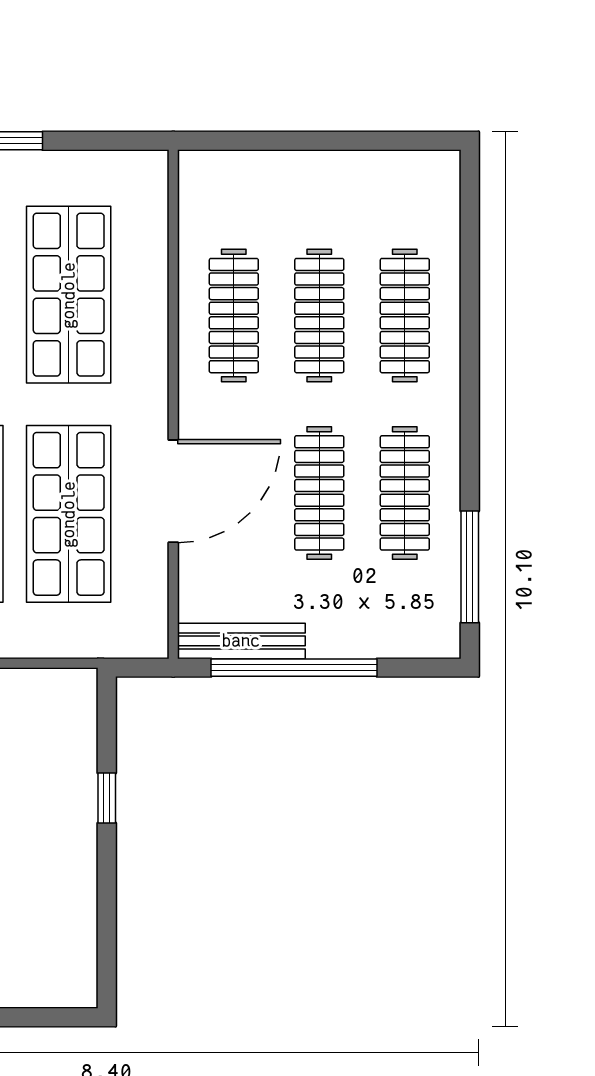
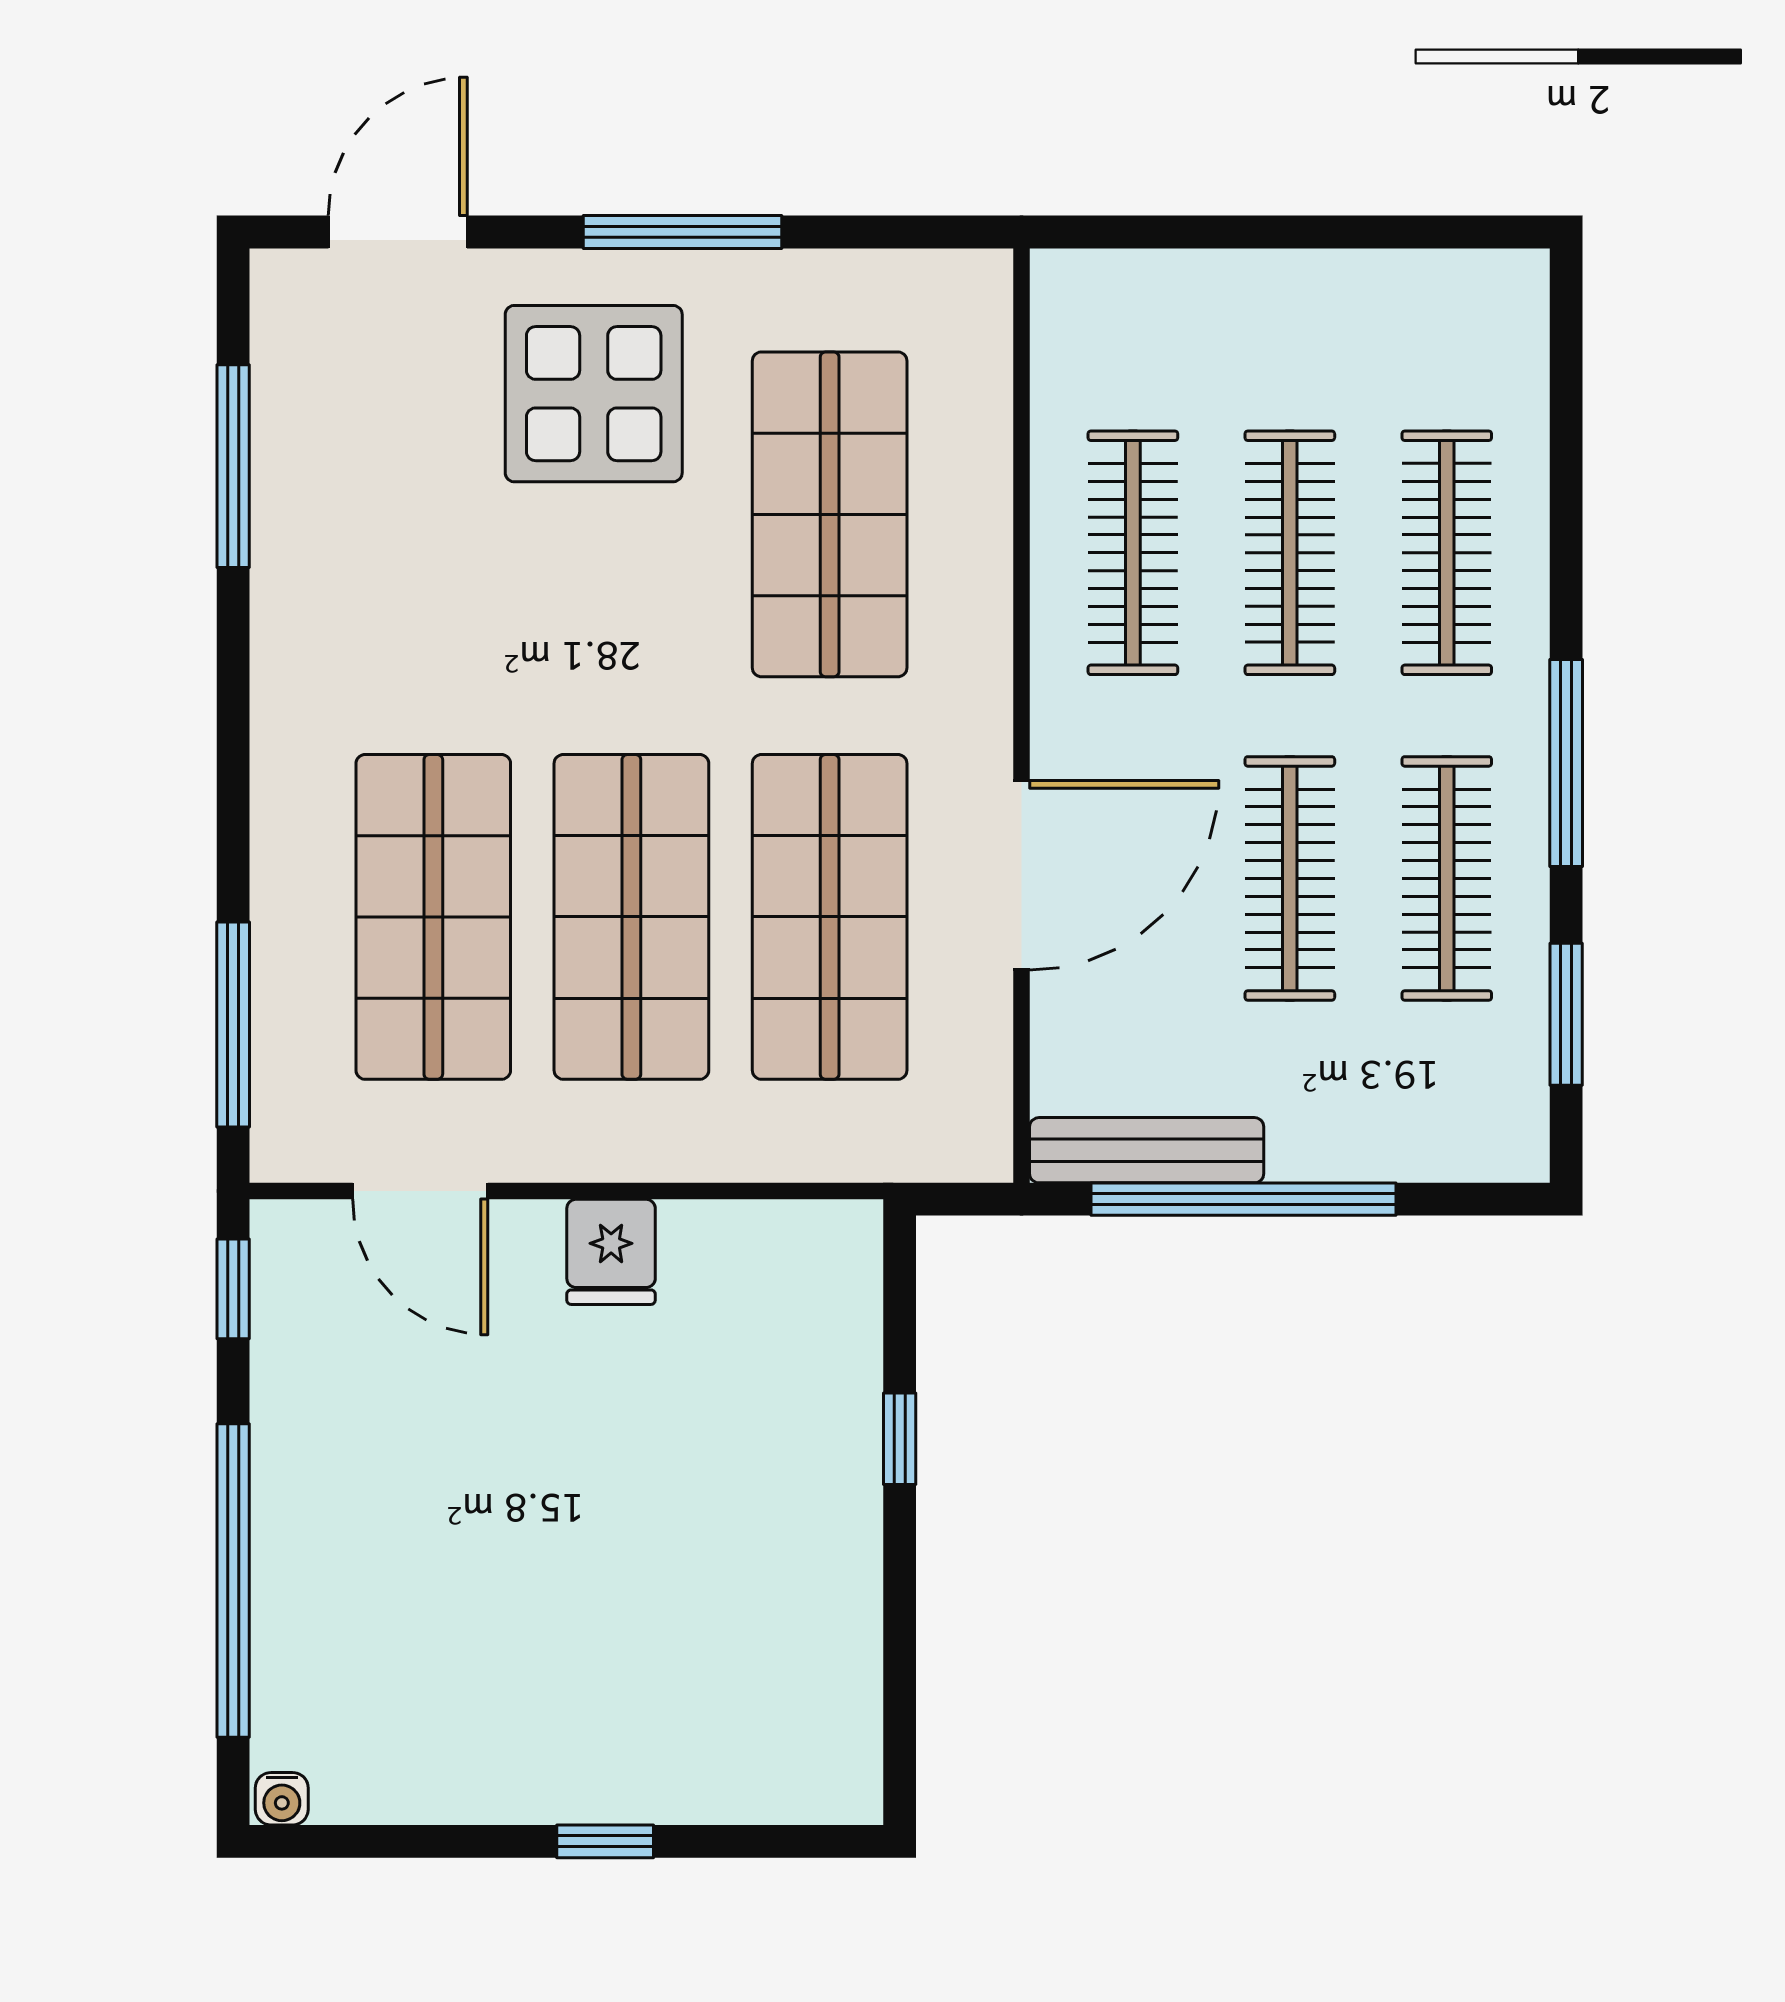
window: (470, 430) -> (1566, 763), added
window: (470, 567) -> (1566, 1014), width x0.69

